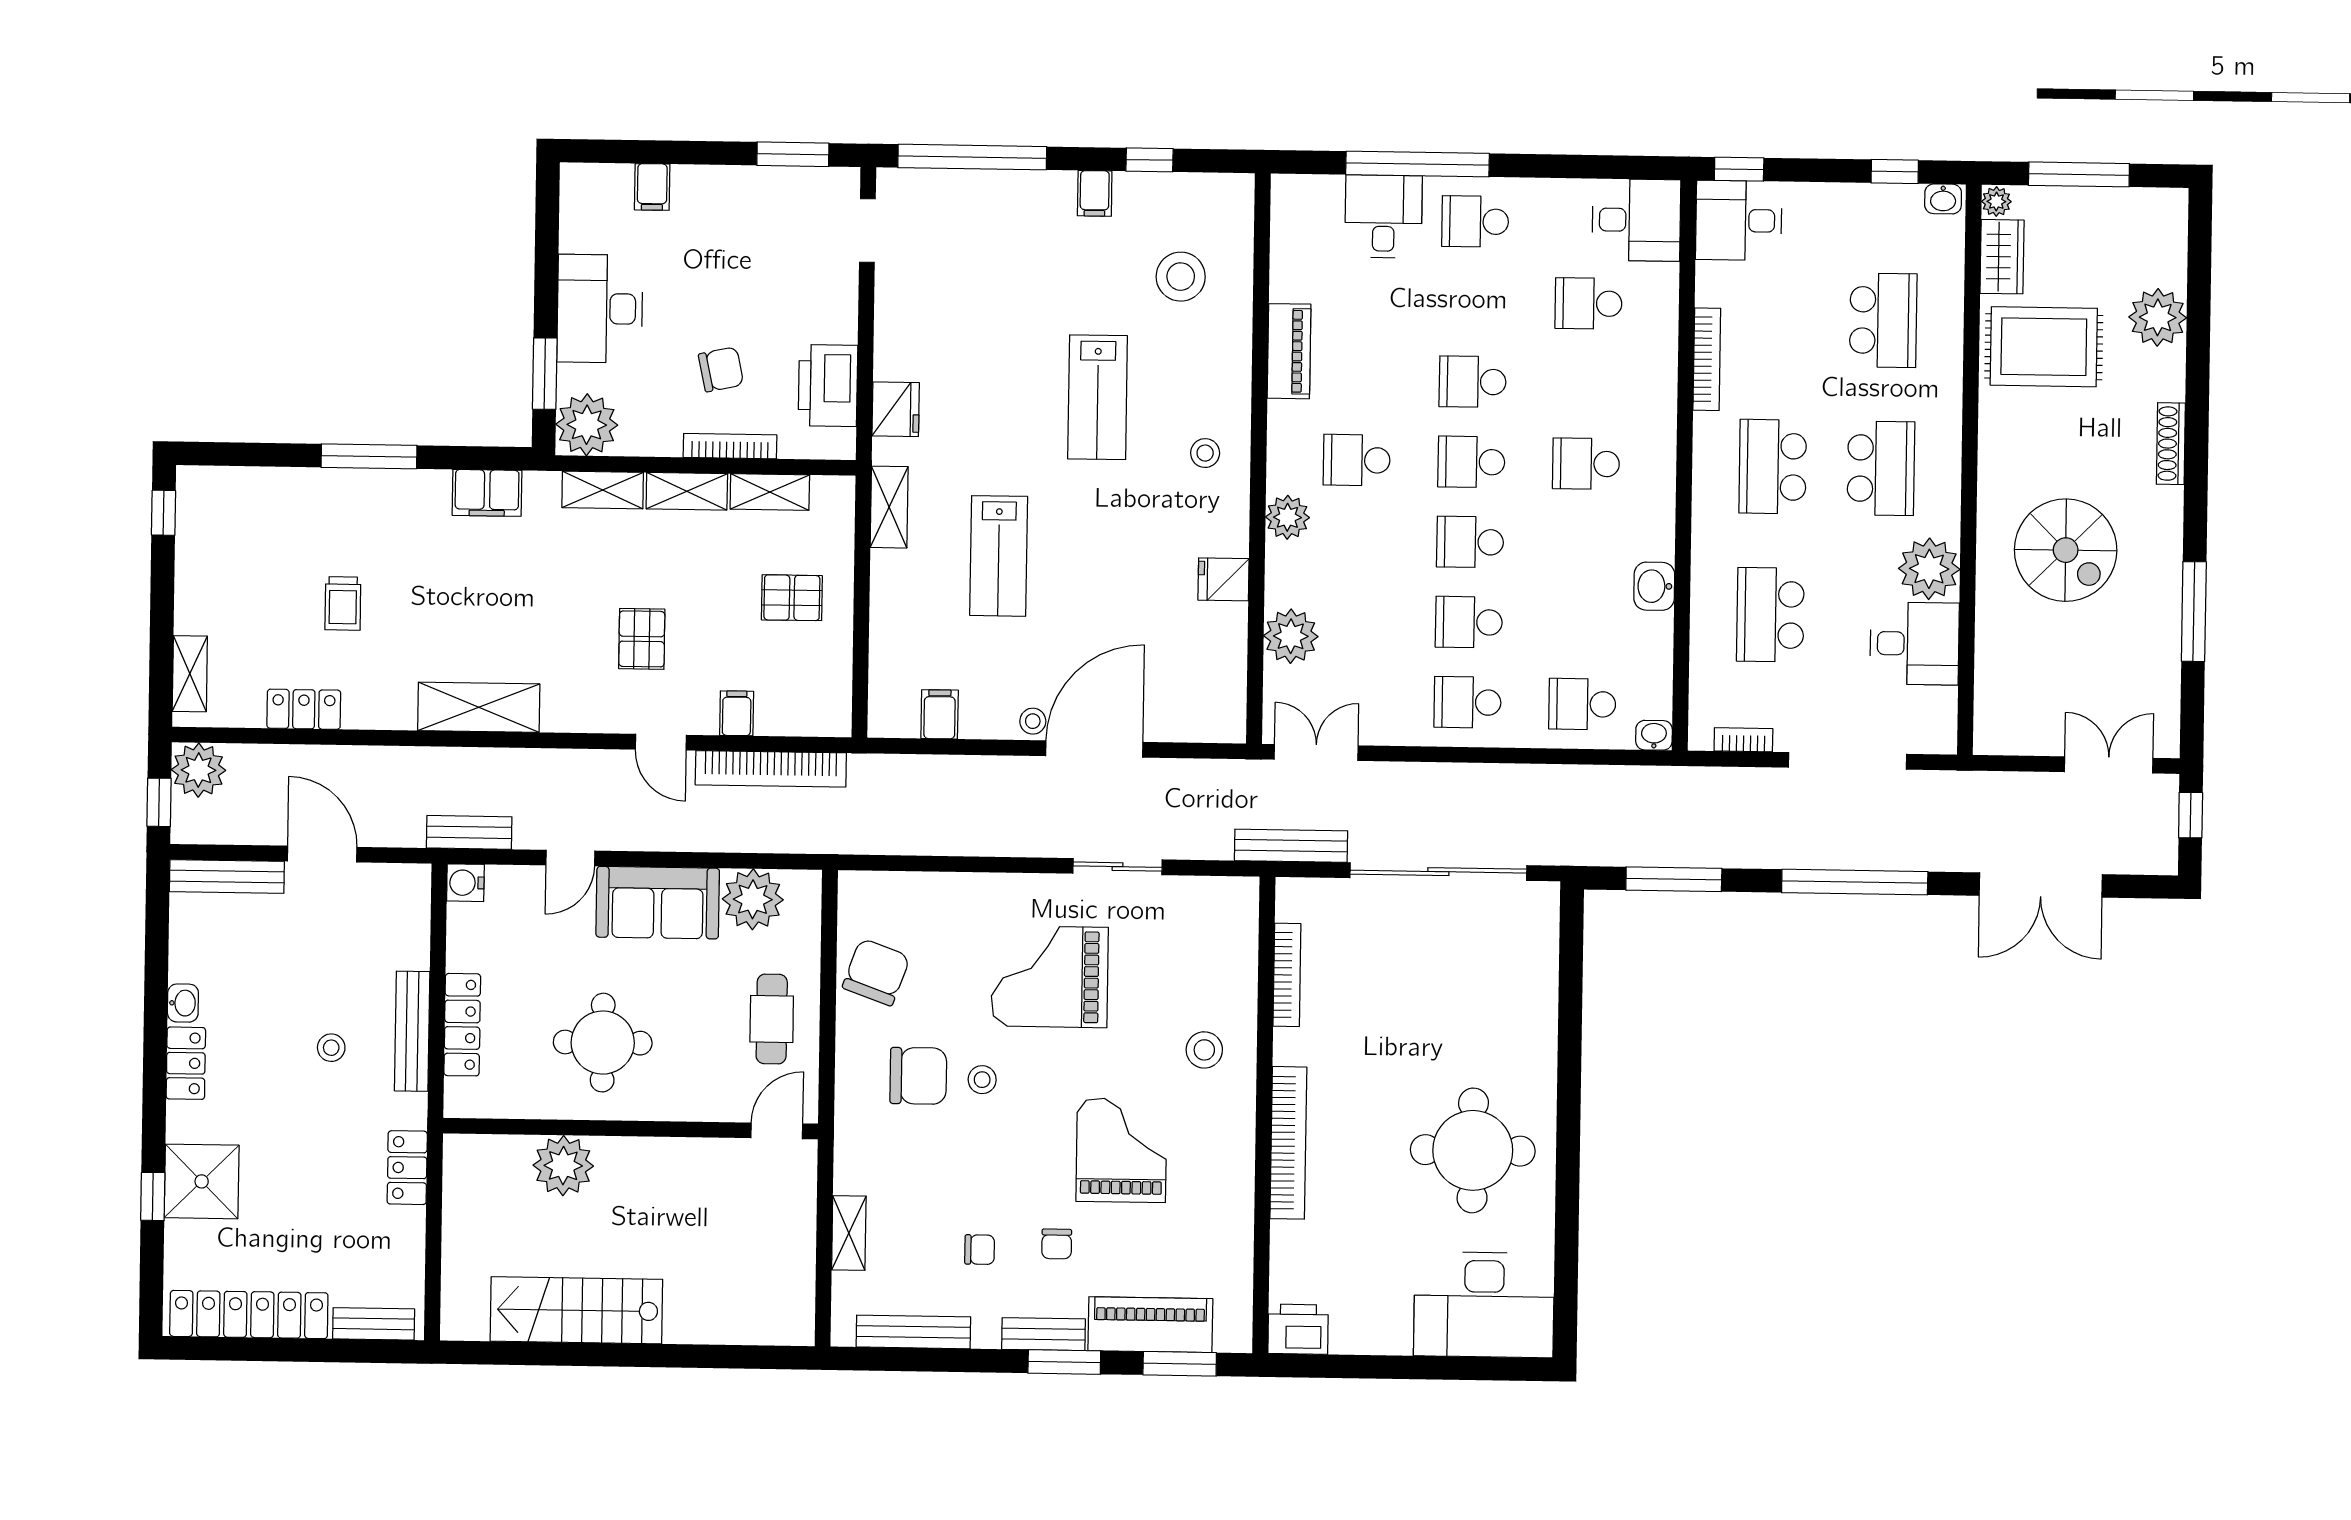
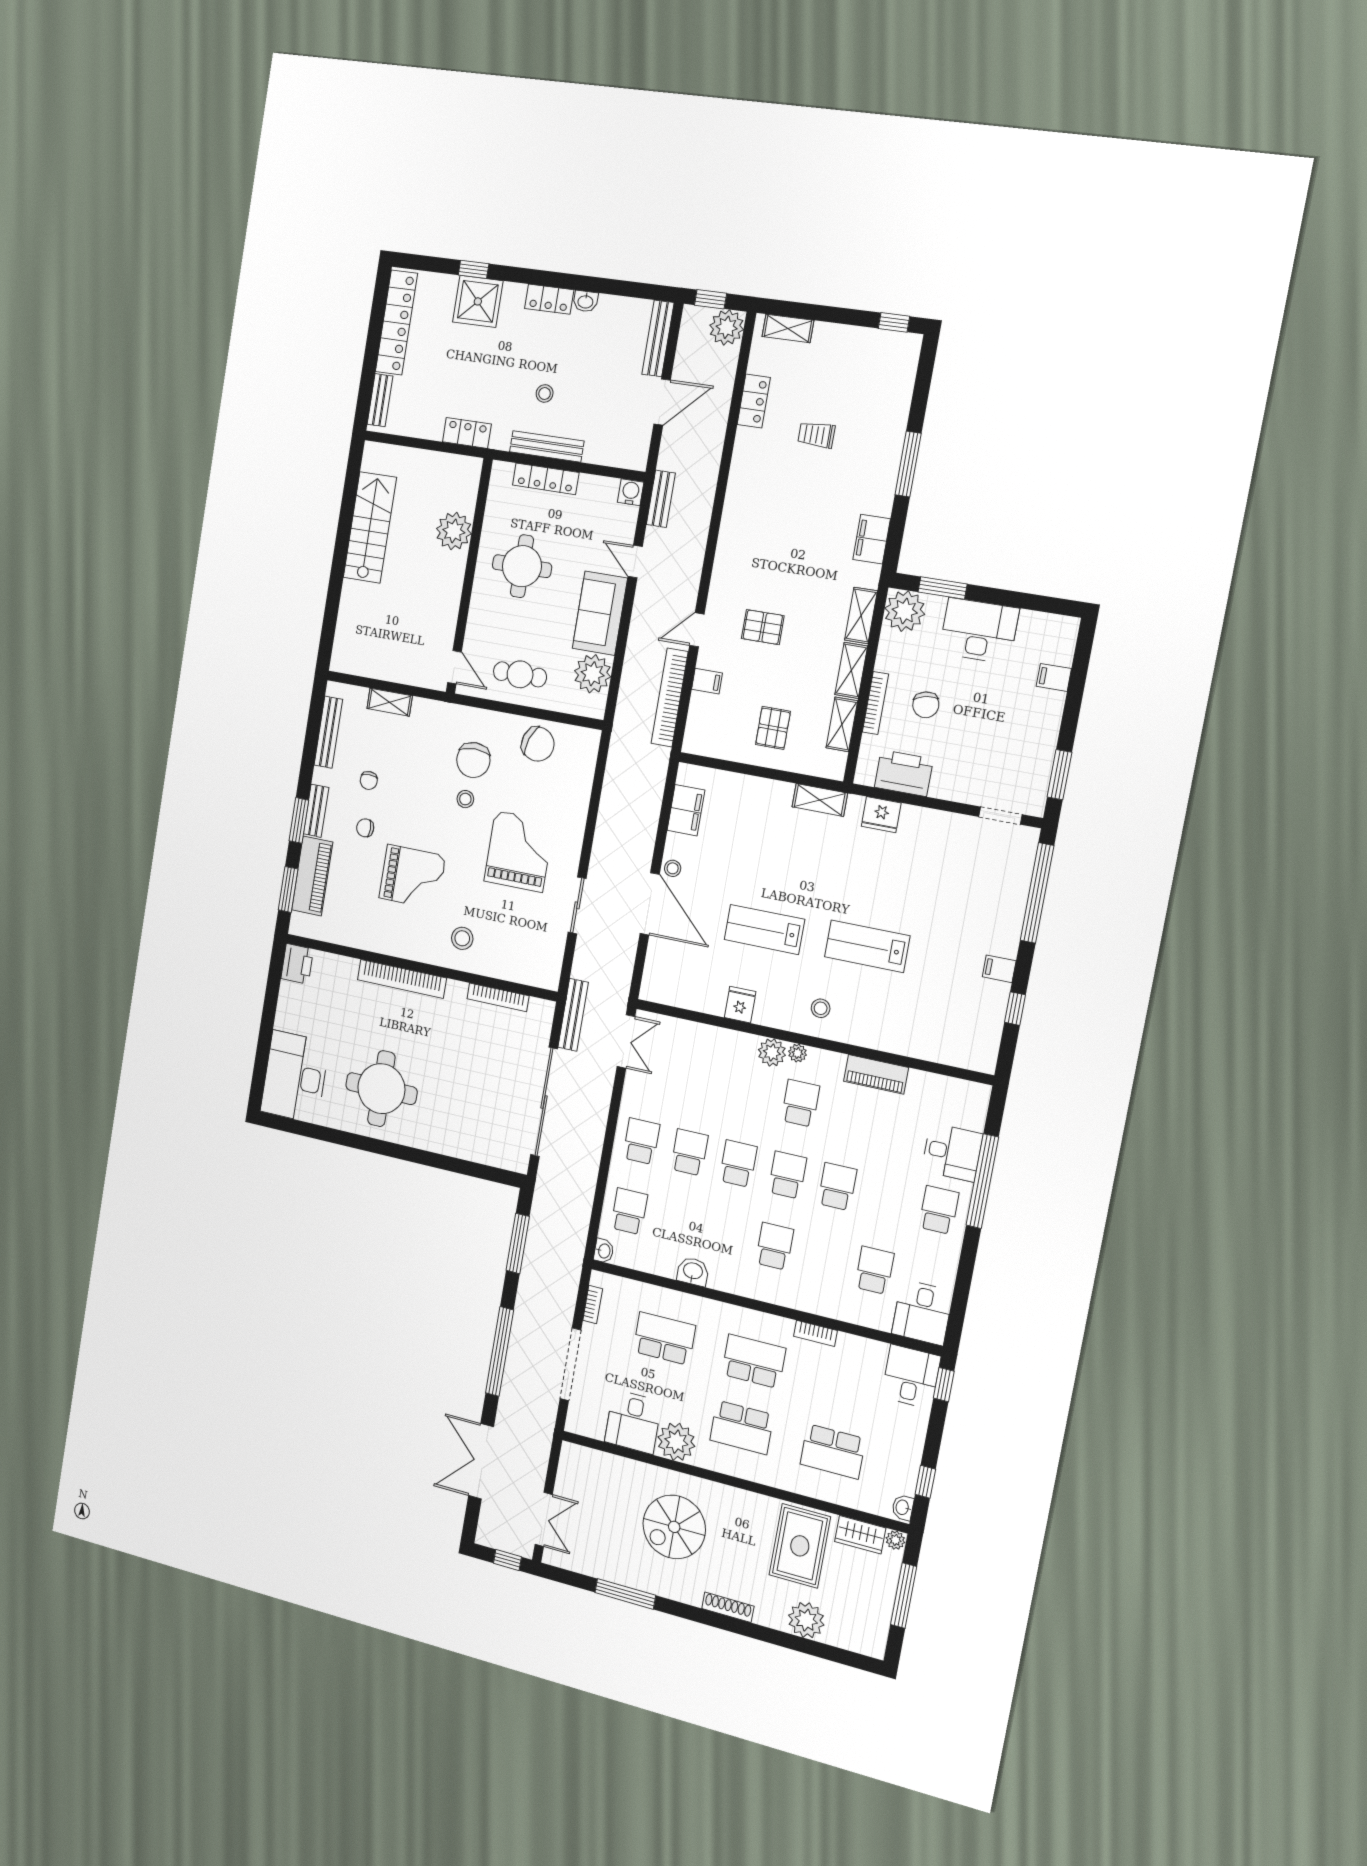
stool: (1181, 277) -> (936, 1014), removed
bookcase: (1707, 359) -> (815, 1333), width x0.64
lab bench: (999, 556) -> (764, 930), moved
plant: (1291, 636) -> (797, 1053), moved, width x0.53, depth x0.53
shelving: (479, 707) -> (737, 515), removed
filing cabinet: (940, 714) -> (686, 810), width x2.00

